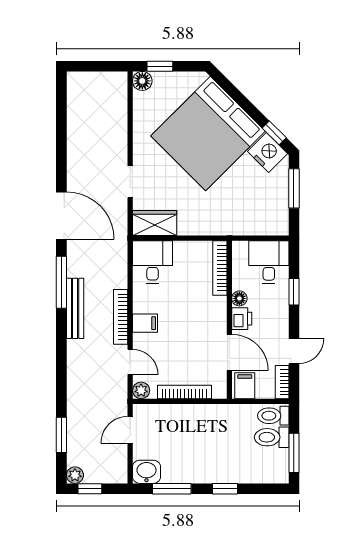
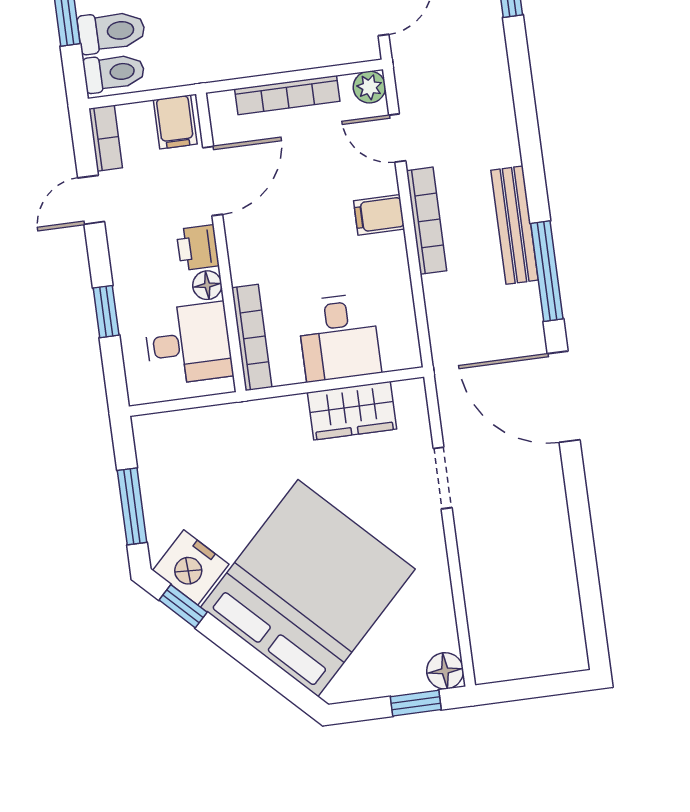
wardrobe: (155, 223) -> (352, 411), moved
desk: (153, 262) -> (339, 337), moved
desk: (269, 262) -> (188, 344), moved, turned -90
door: (229, 352) -> (213, 181), swing flipped

